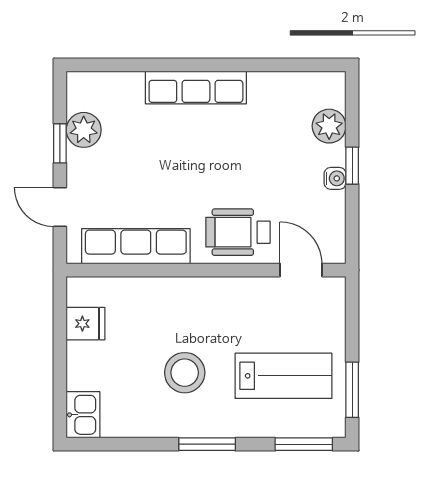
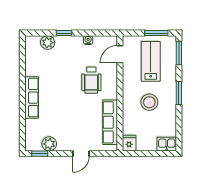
window: (60, 143) -> (40, 154), moved
water cooler: (335, 178) -> (88, 40), moved
row of seats: (136, 246) -> (110, 122), moved
wall: (206, 270) -> (120, 93), moved
door: (301, 270) -> (120, 54), moved

